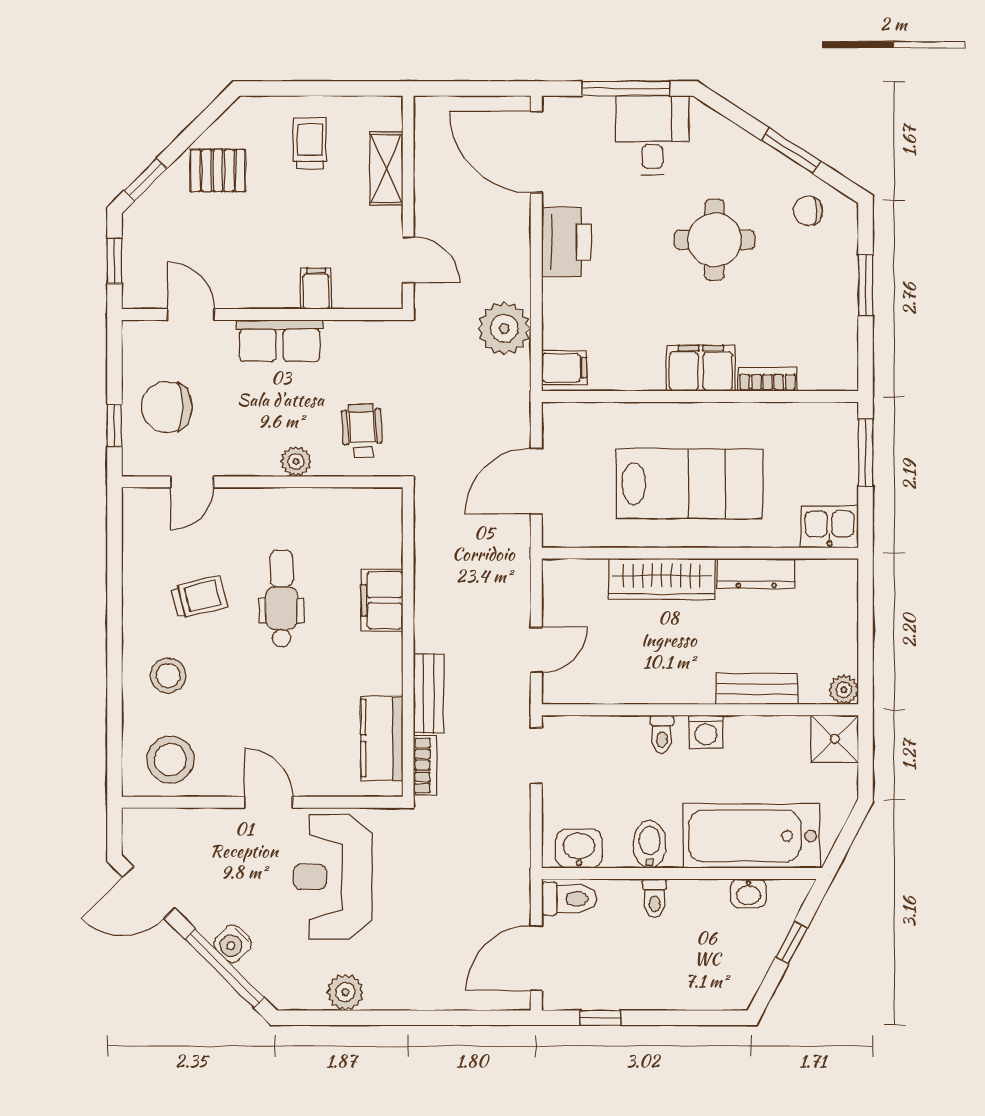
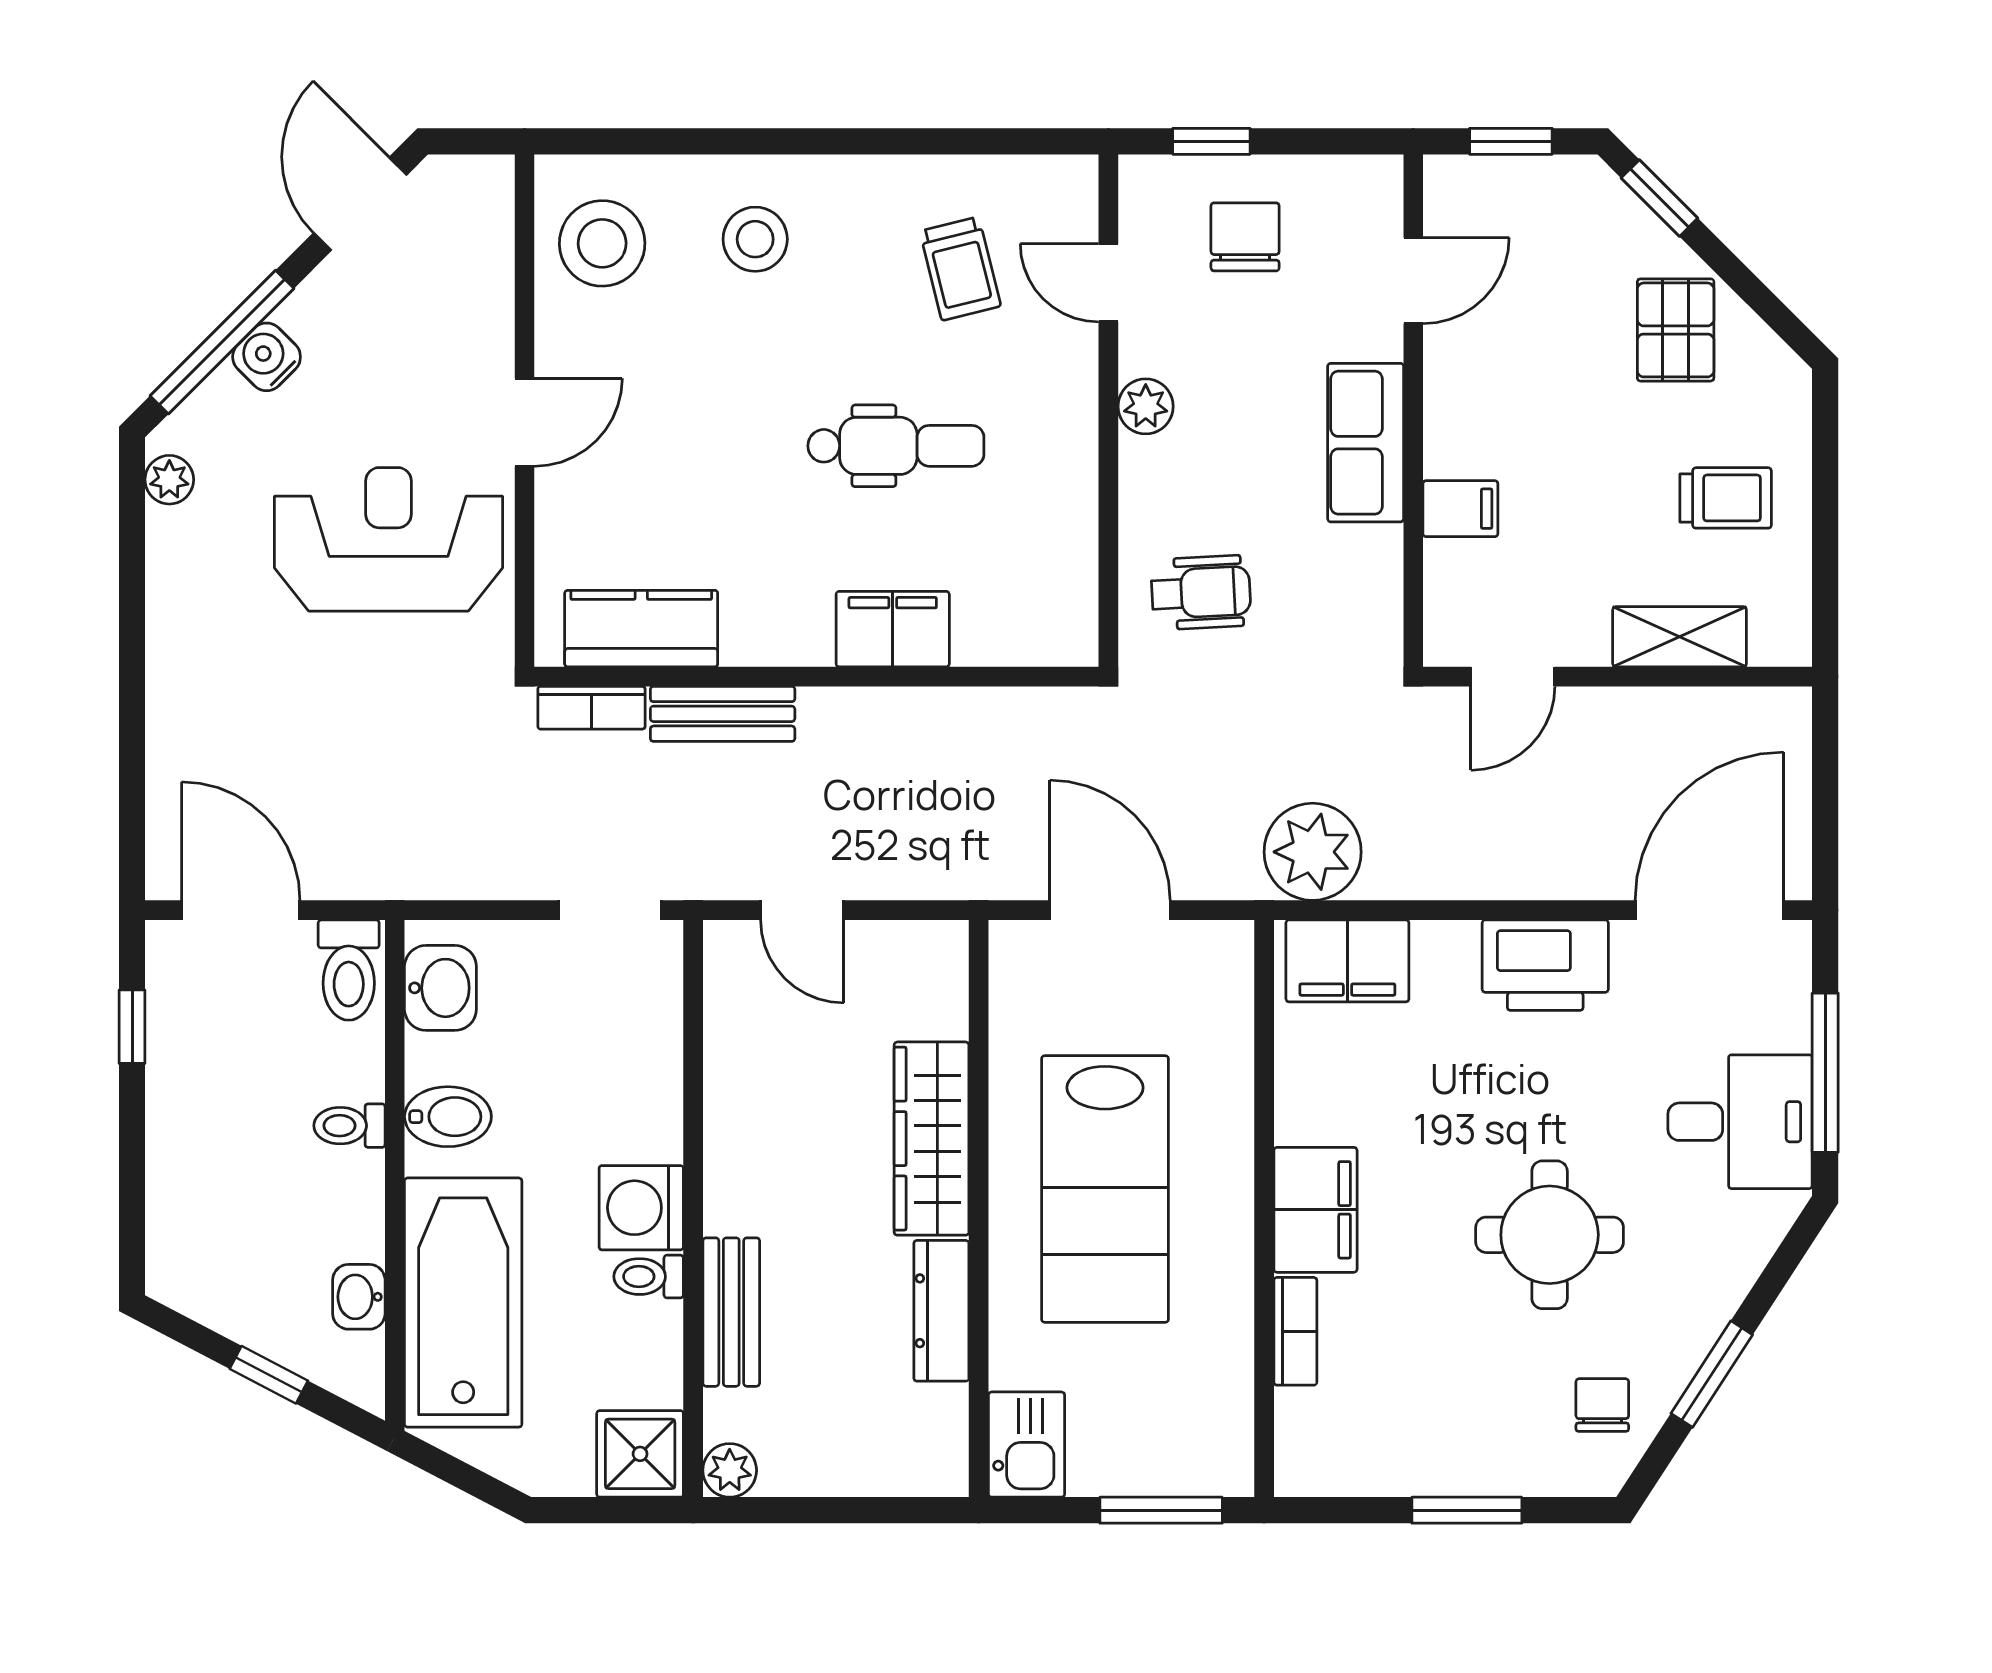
plant: (504, 328) -> (1313, 852), moved
filing cabinet: (564, 368) -> (1347, 961), width x2.00
chair: (167, 407) -> (1245, 237), width x0.73, depth x0.73
plant: (296, 461) -> (1146, 406), moved
trolley: (199, 597) -> (960, 269), moved
washing machine: (706, 732) -> (641, 1208), width x1.38, depth x1.38
toilet: (662, 734) -> (649, 1277), moved
plant: (345, 992) -> (169, 480), moved, width x0.73, depth x0.73

